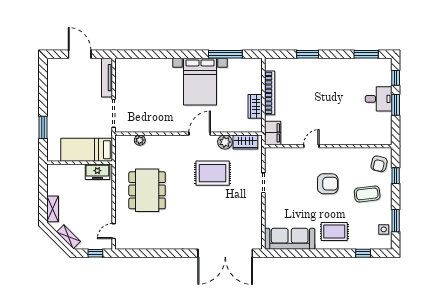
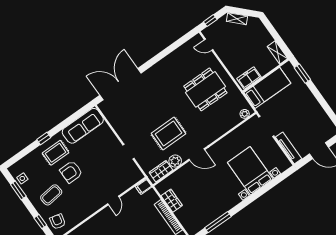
bed with nightstands: (200, 82) -> (250, 171), moved
window: (43, 127) -> (302, 74), moved
filing cabinet: (273, 133) -> (144, 187), width x0.50
door: (200, 134) -> (197, 155), hinge flipped
plant: (140, 140) -> (245, 114), moved
armchair: (328, 184) -> (71, 172), moved
dining table: (147, 190) -> (205, 89), turned 90
shelving: (53, 209) -> (278, 53), moved
door: (114, 231) -> (209, 45), swing flipped
window: (363, 253) -> (44, 139), moved

